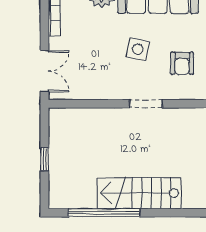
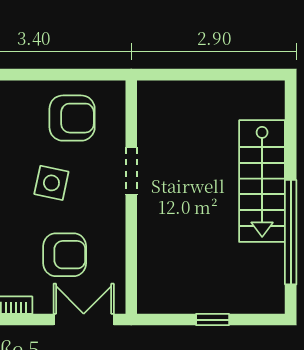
armchair: (89, 58) -> (65, 255), added
armchair: (182, 63) -> (72, 118), width x1.38, depth x1.38

